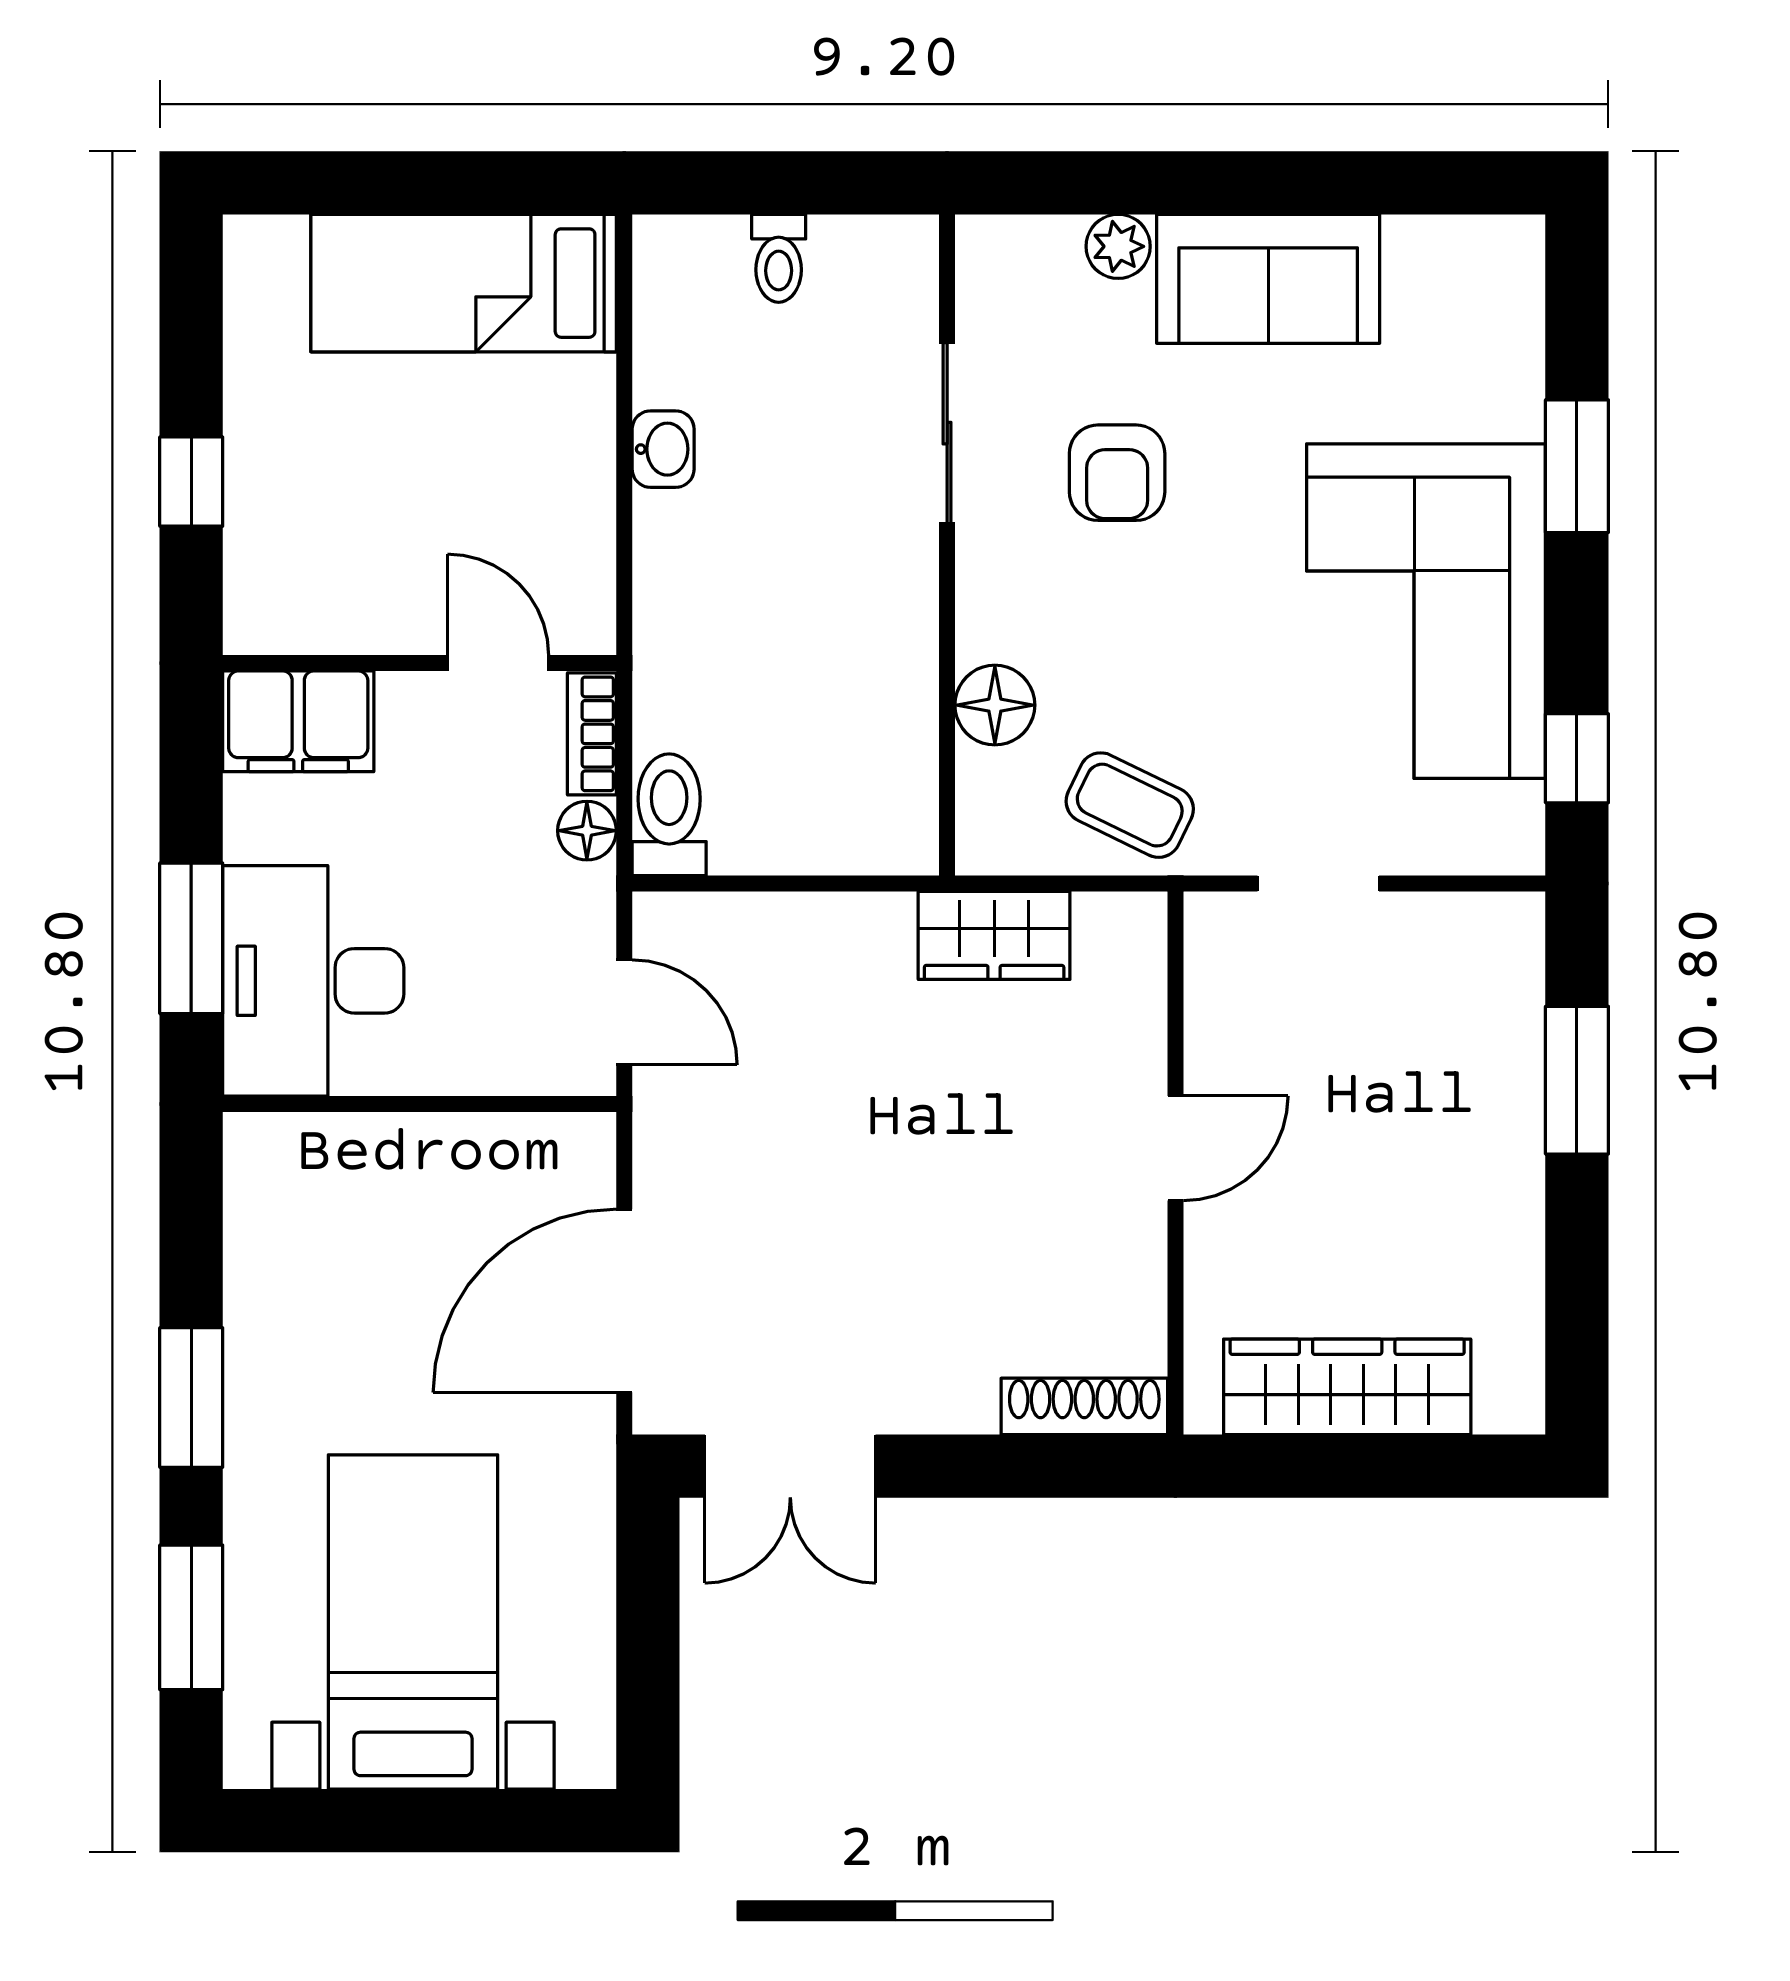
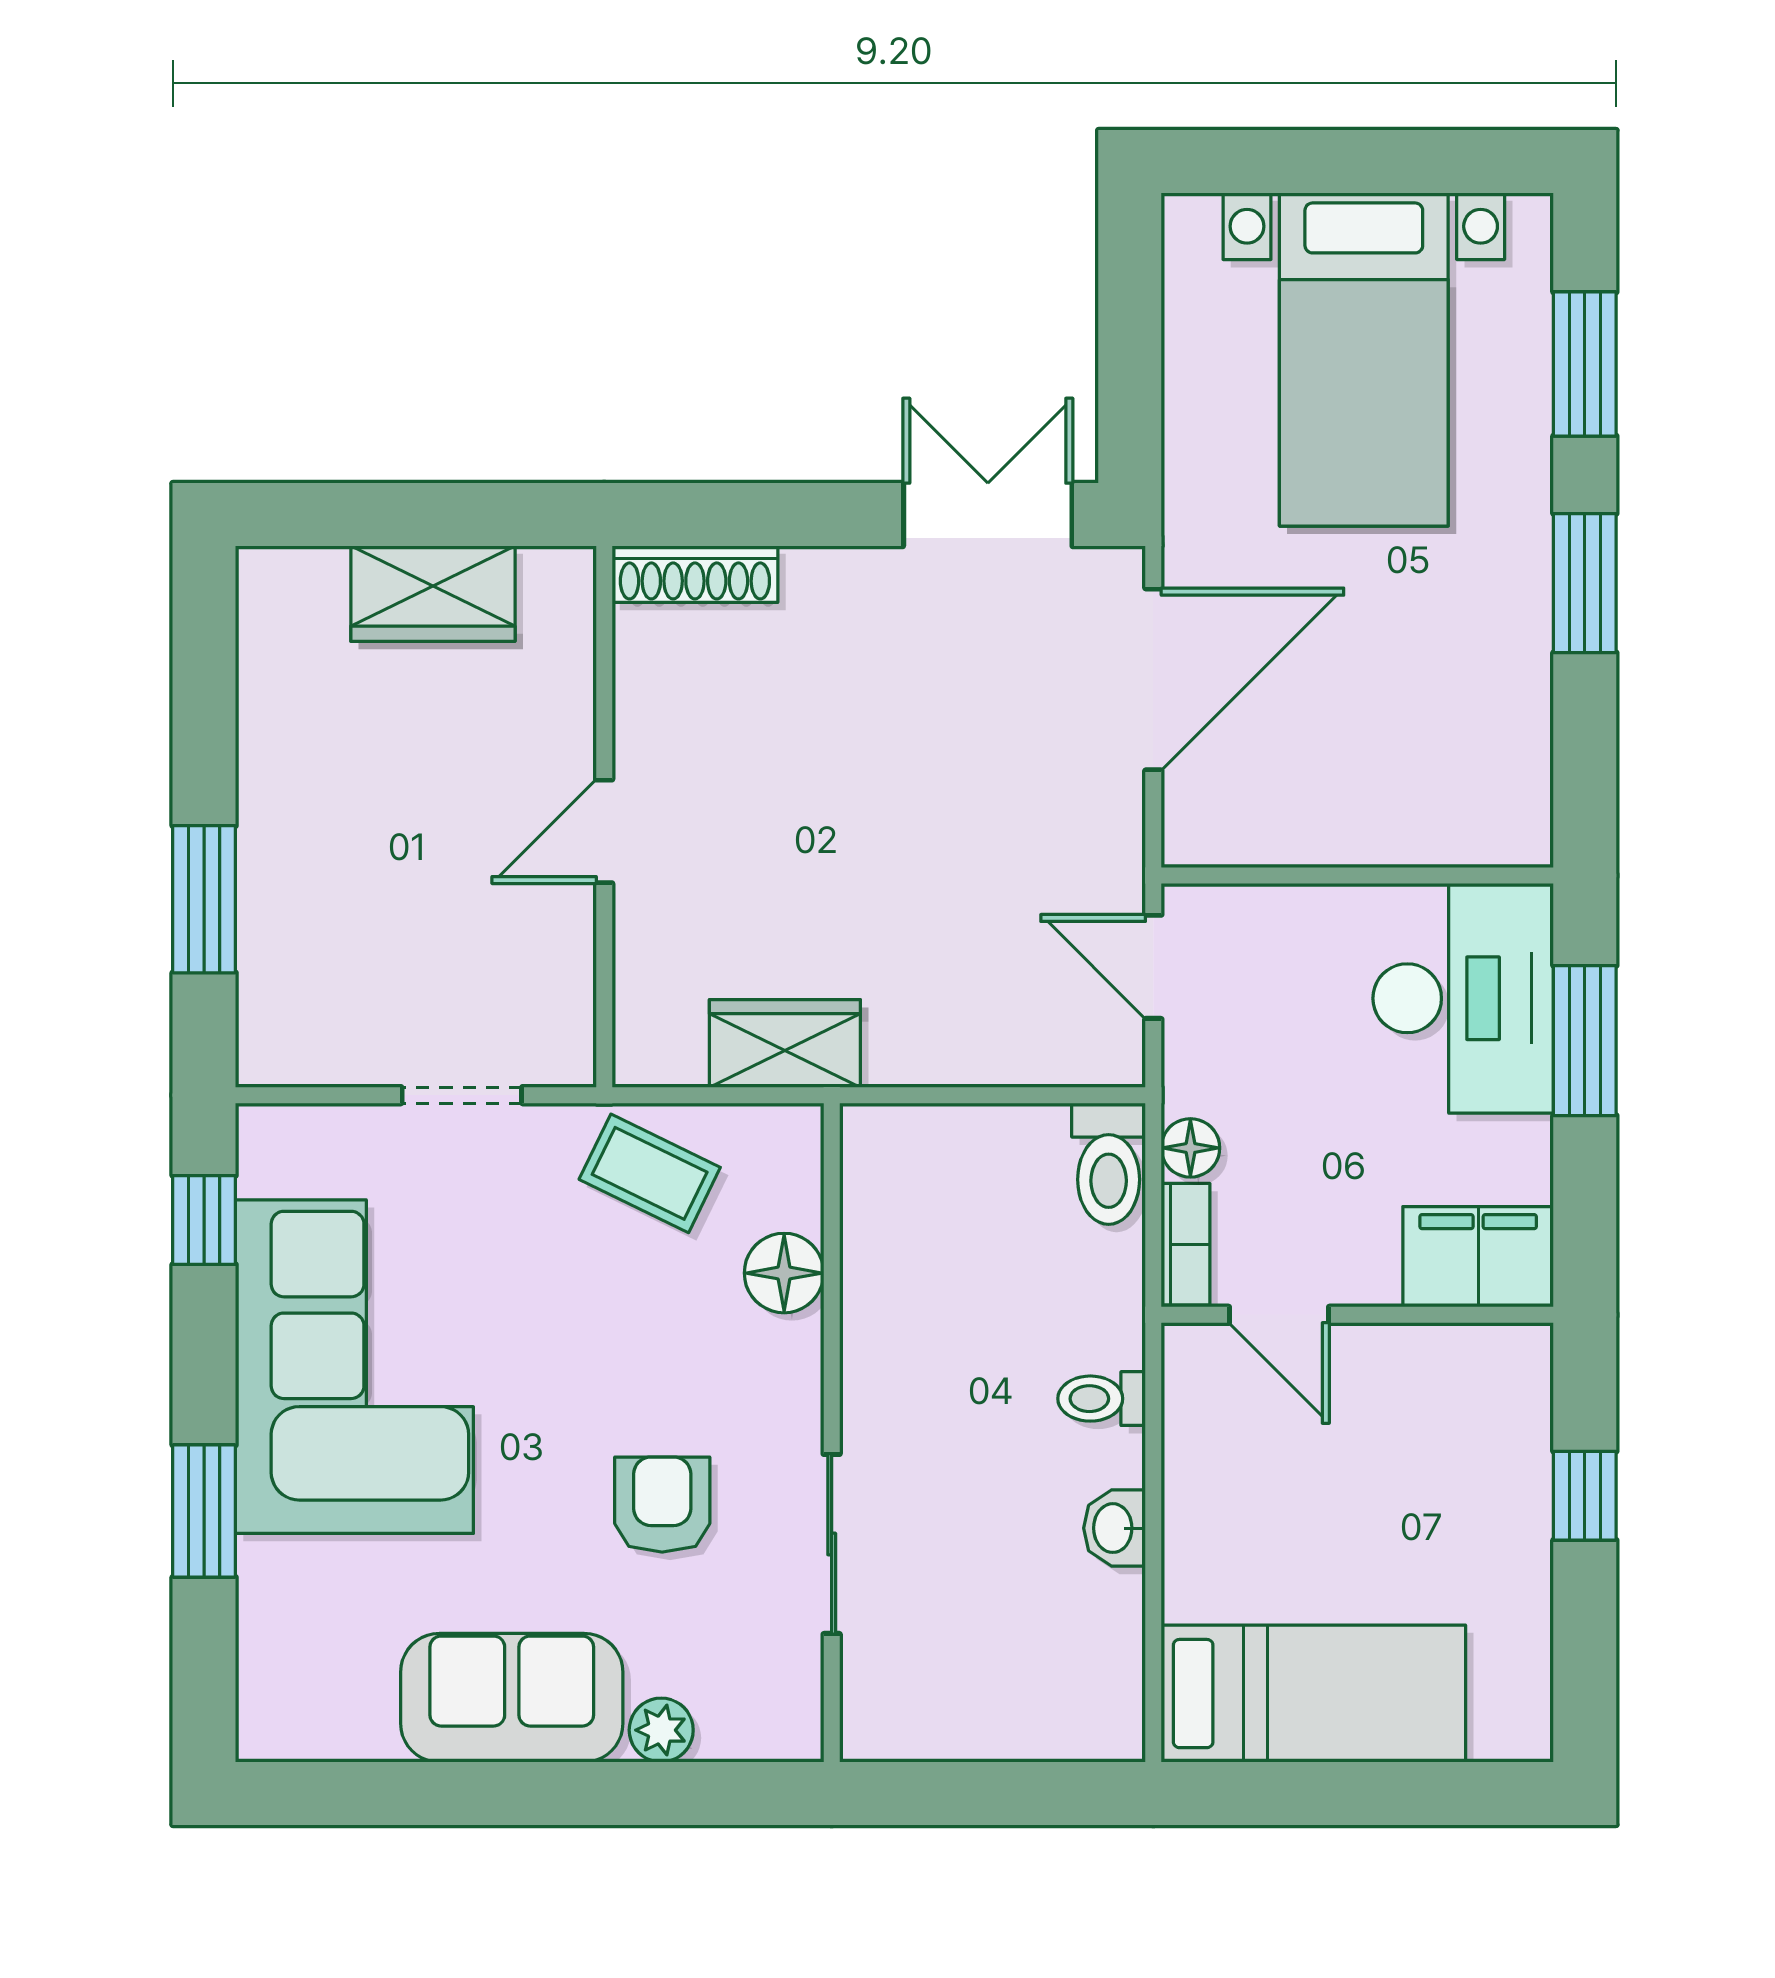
toilet: (779, 258) -> (1102, 1399), moved, turned -90
wardrobe: (1347, 1387) -> (433, 594), width x0.67

